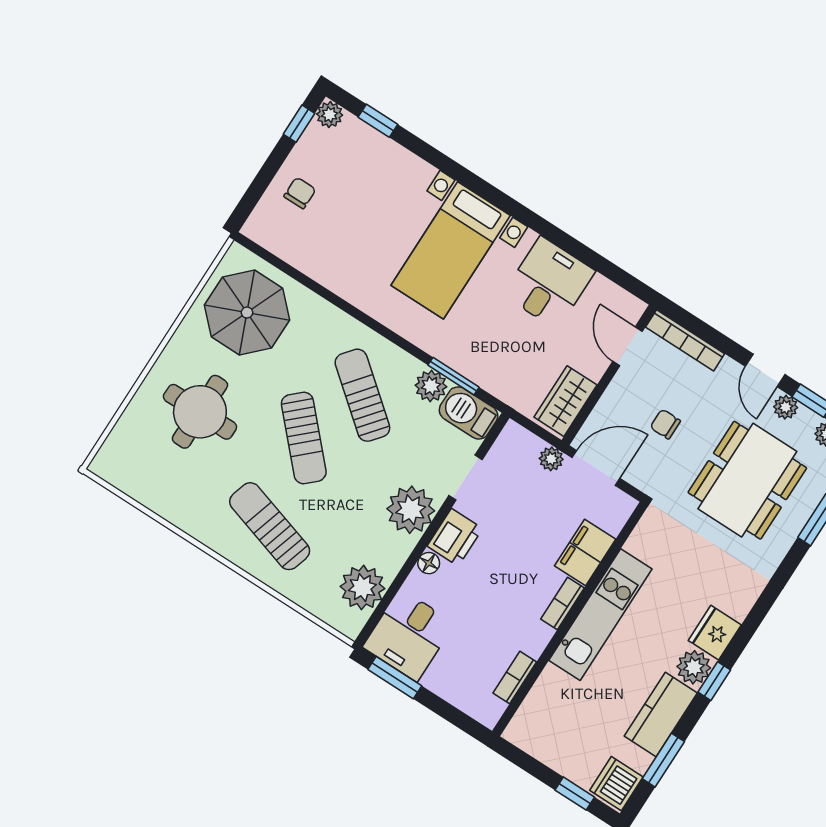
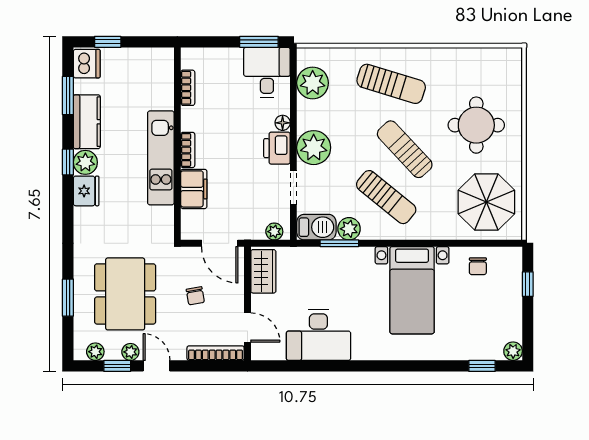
window: (299, 124) -> (528, 284), moved
chair: (300, 193) -> (478, 266), moved
bed with nightstands: (451, 250) -> (412, 290), moved, turned 180
desk: (549, 283) -> (318, 335), width x1.37
chair: (665, 424) -> (195, 296), turned 80
plant: (551, 459) -> (274, 232), moved
door: (596, 468) -> (220, 243), hinge flipped

